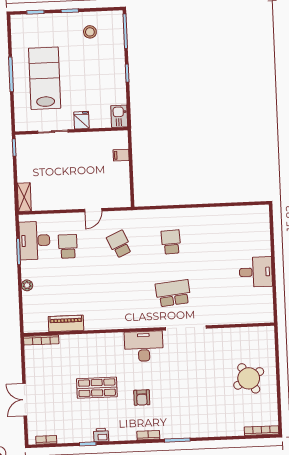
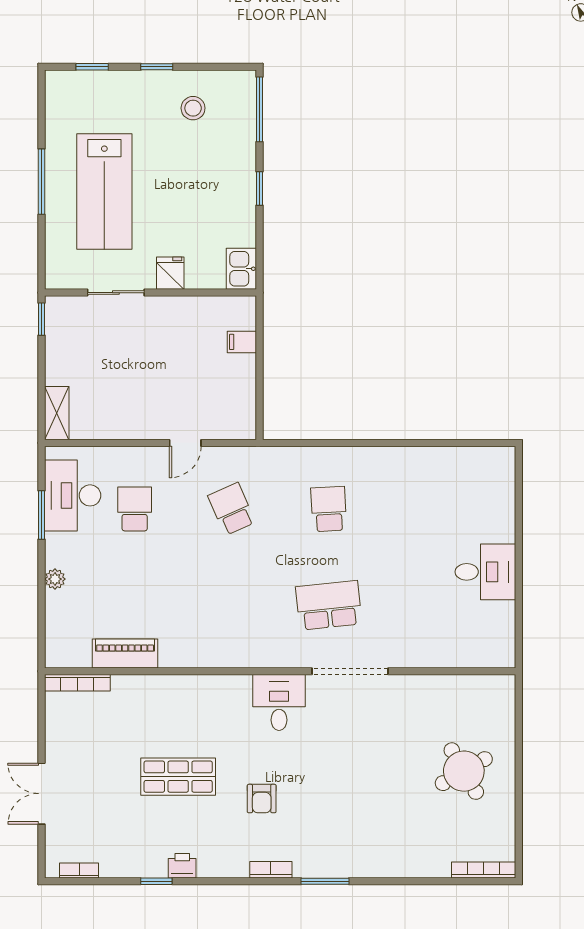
lab bench: (45, 78) -> (104, 191), turned 180
desk: (144, 346) -> (279, 702), width x0.73

